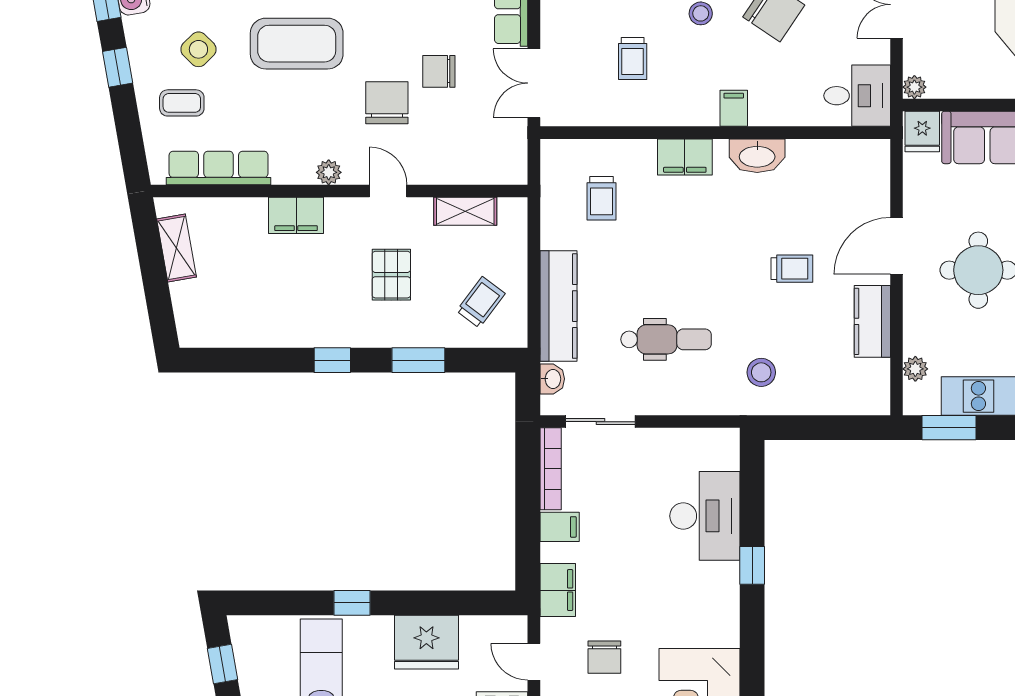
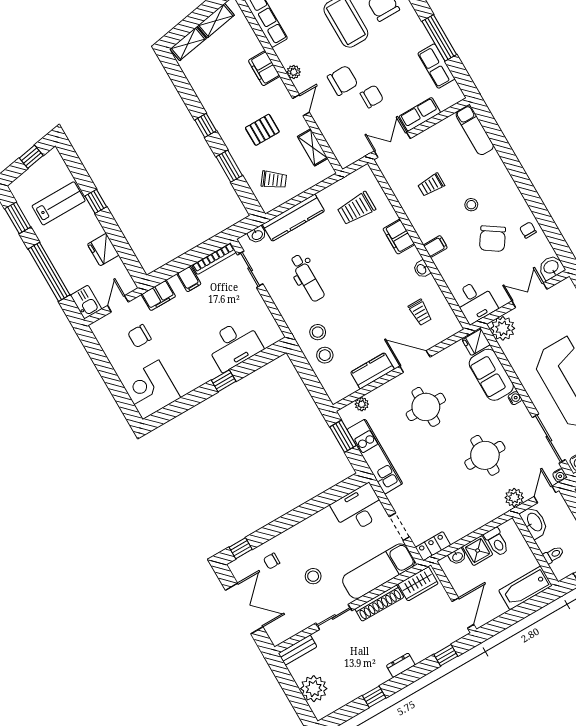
chair: (439, 71) -> (372, 96), turned 90
plant: (914, 87) -> (503, 328), width x1.88, depth x1.88
washbasin: (757, 156) -> (422, 269), width x0.52, depth x0.69
trolley: (601, 198) -> (356, 208), width x1.36, depth x1.39
trolley: (792, 269) -> (420, 312), moved
shelving: (188, 313) -> (188, 44), added
stool: (804, 382) -> (325, 355), added
fridge: (426, 642) -> (103, 250), width x0.73, depth x0.75

